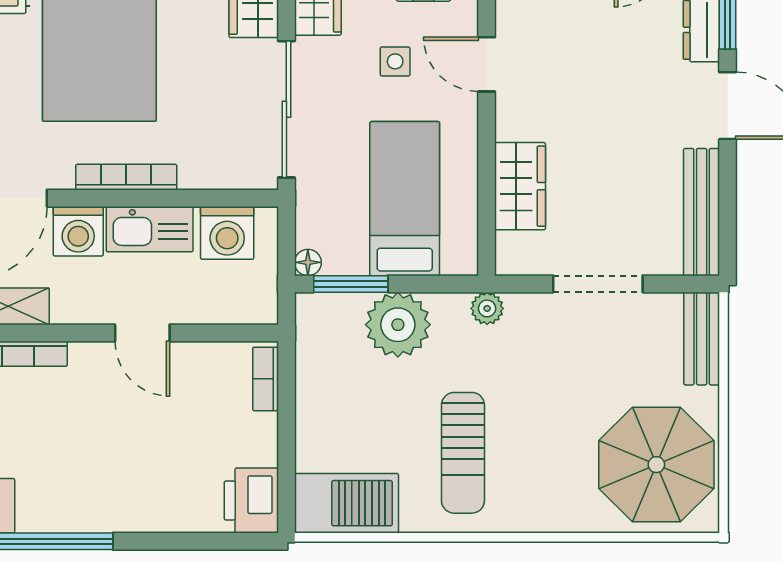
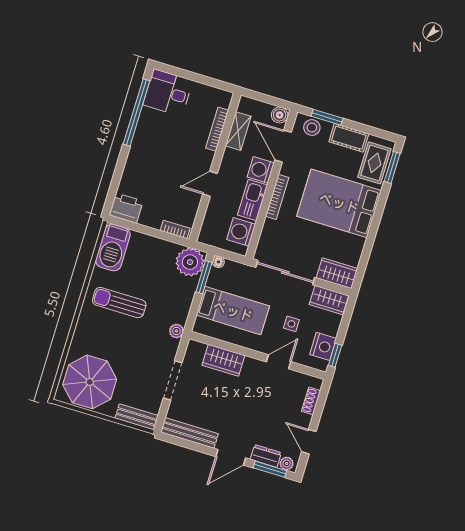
plant: (398, 325) -> (190, 262), moved

